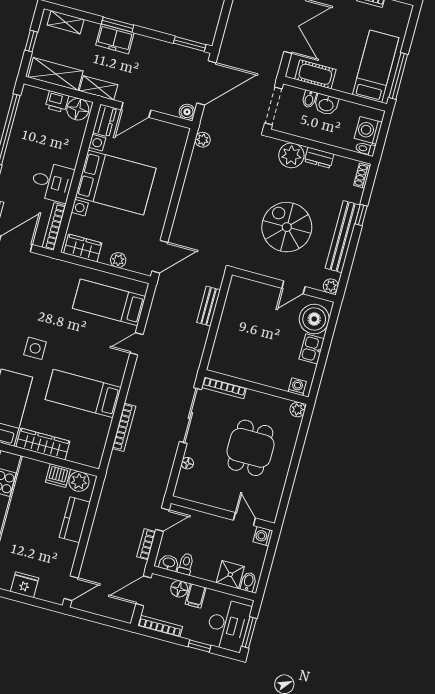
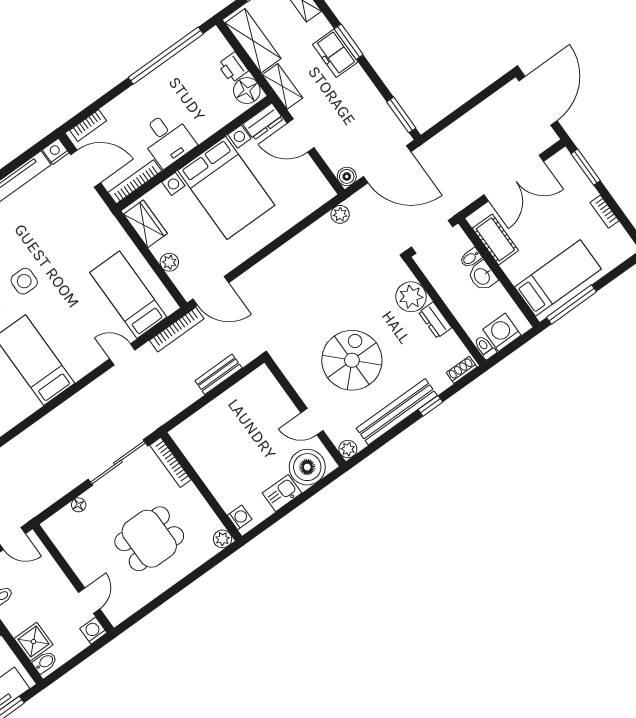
bookcase: (124, 427) -> (177, 330), moved

